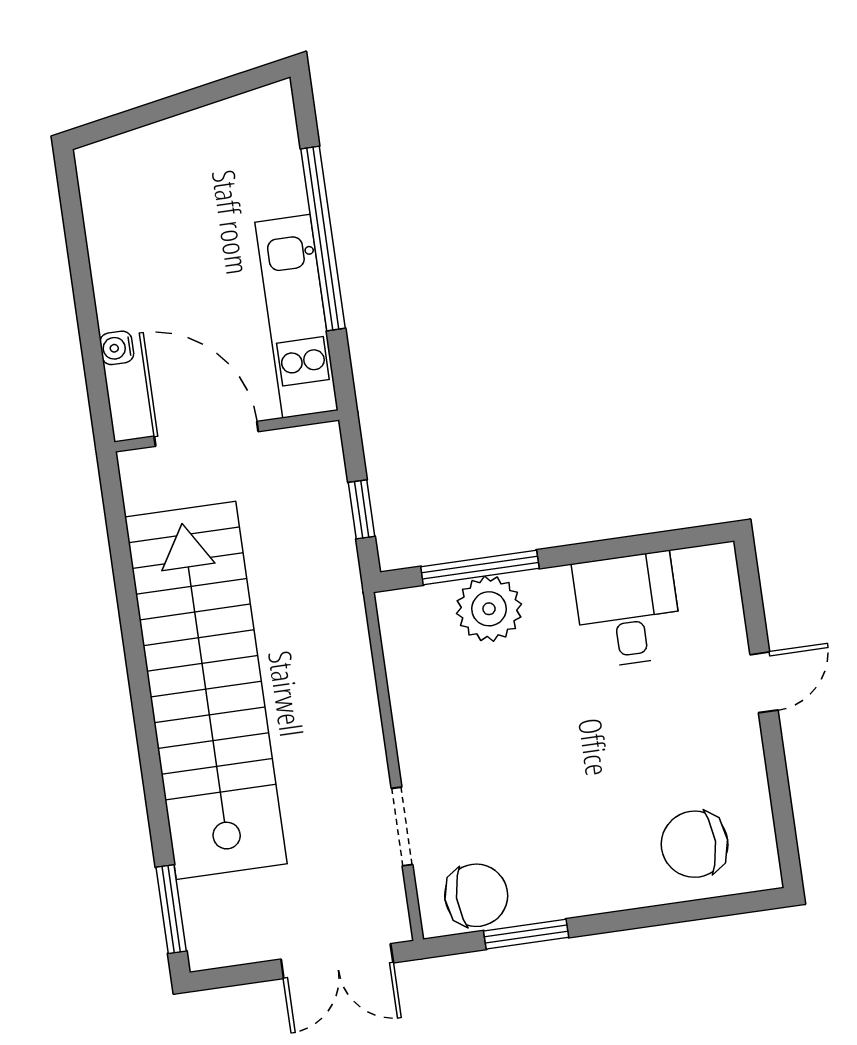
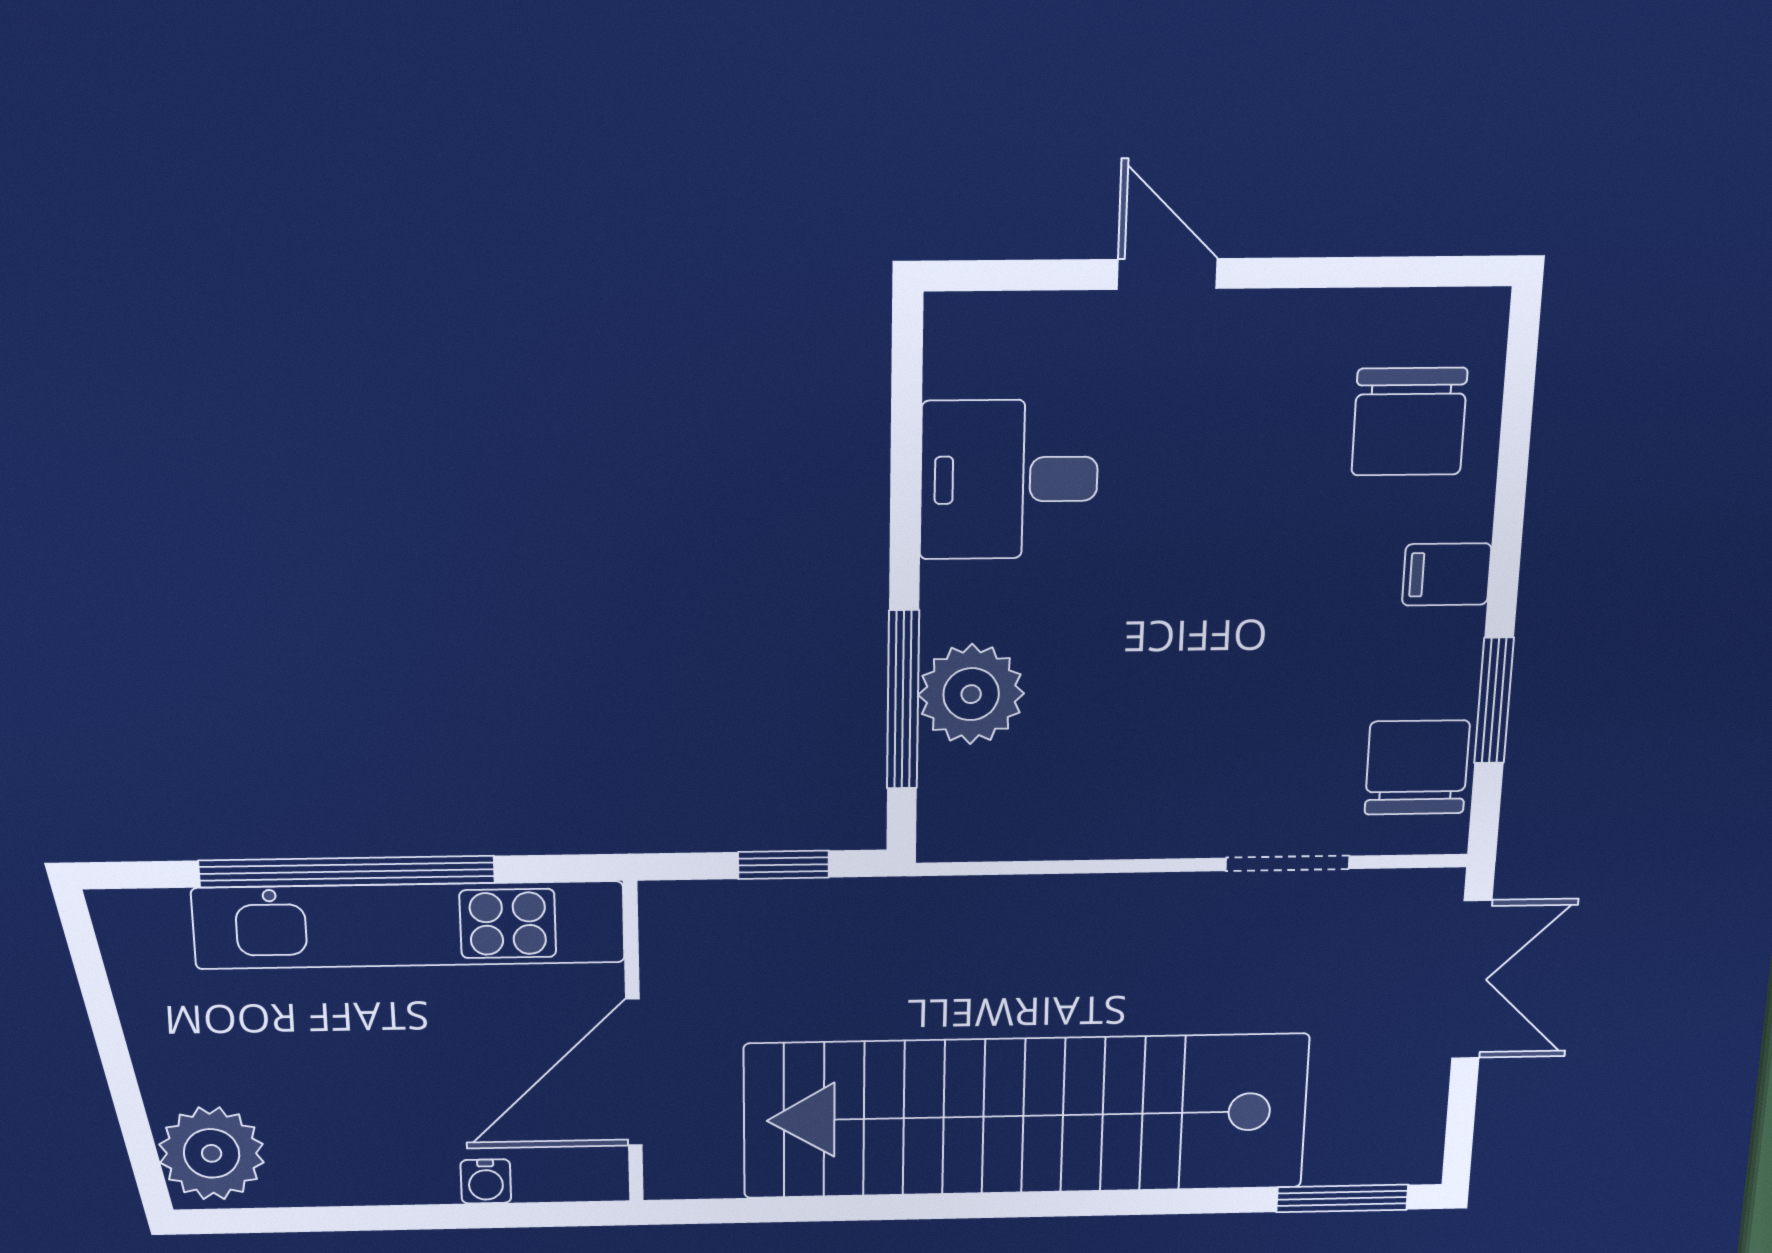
plant: (116, 170) -> (212, 1153), added
kitchen unit: (297, 316) -> (409, 925), width x1.36
filing cabinet: (603, 887) -> (1447, 574), added

